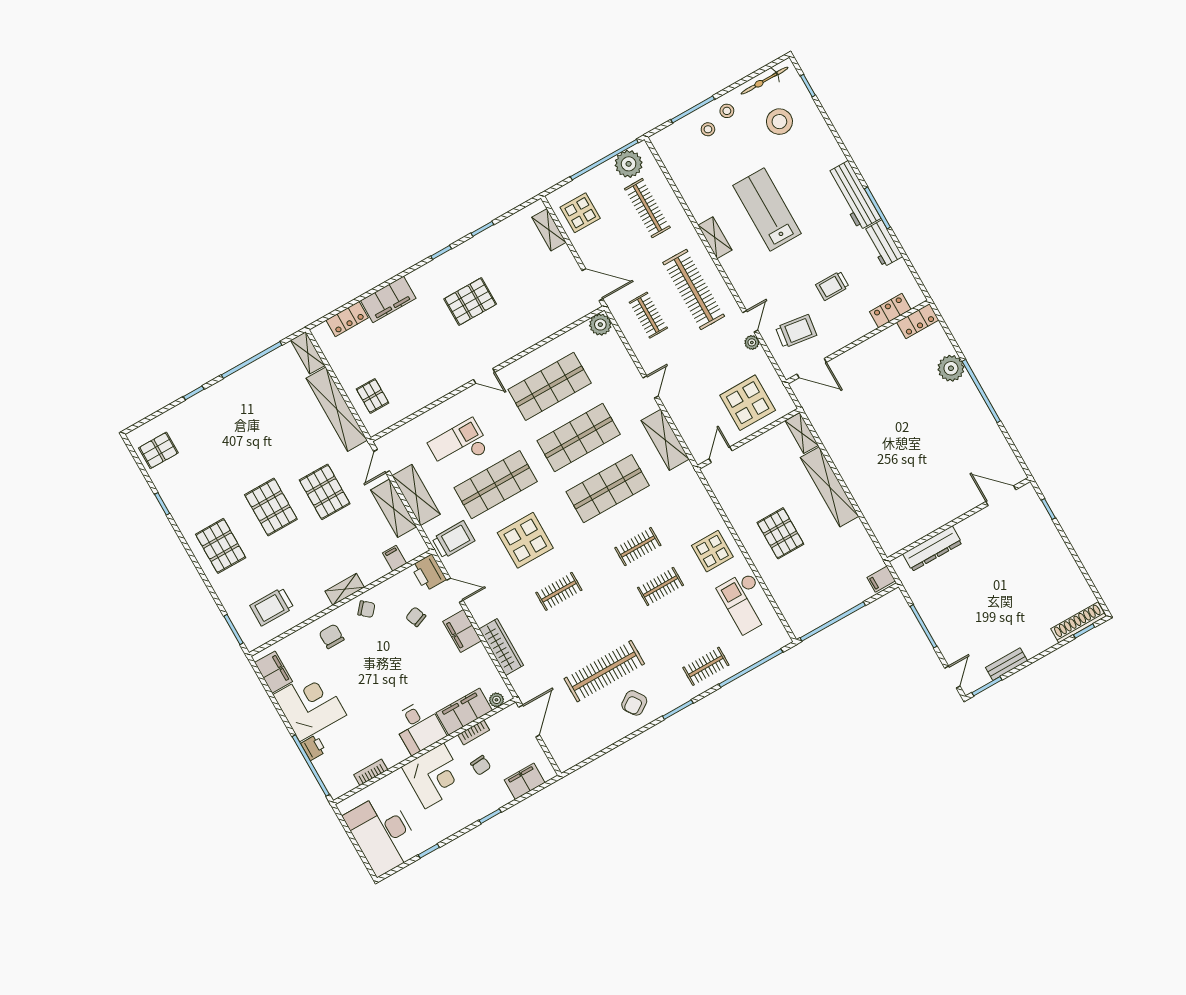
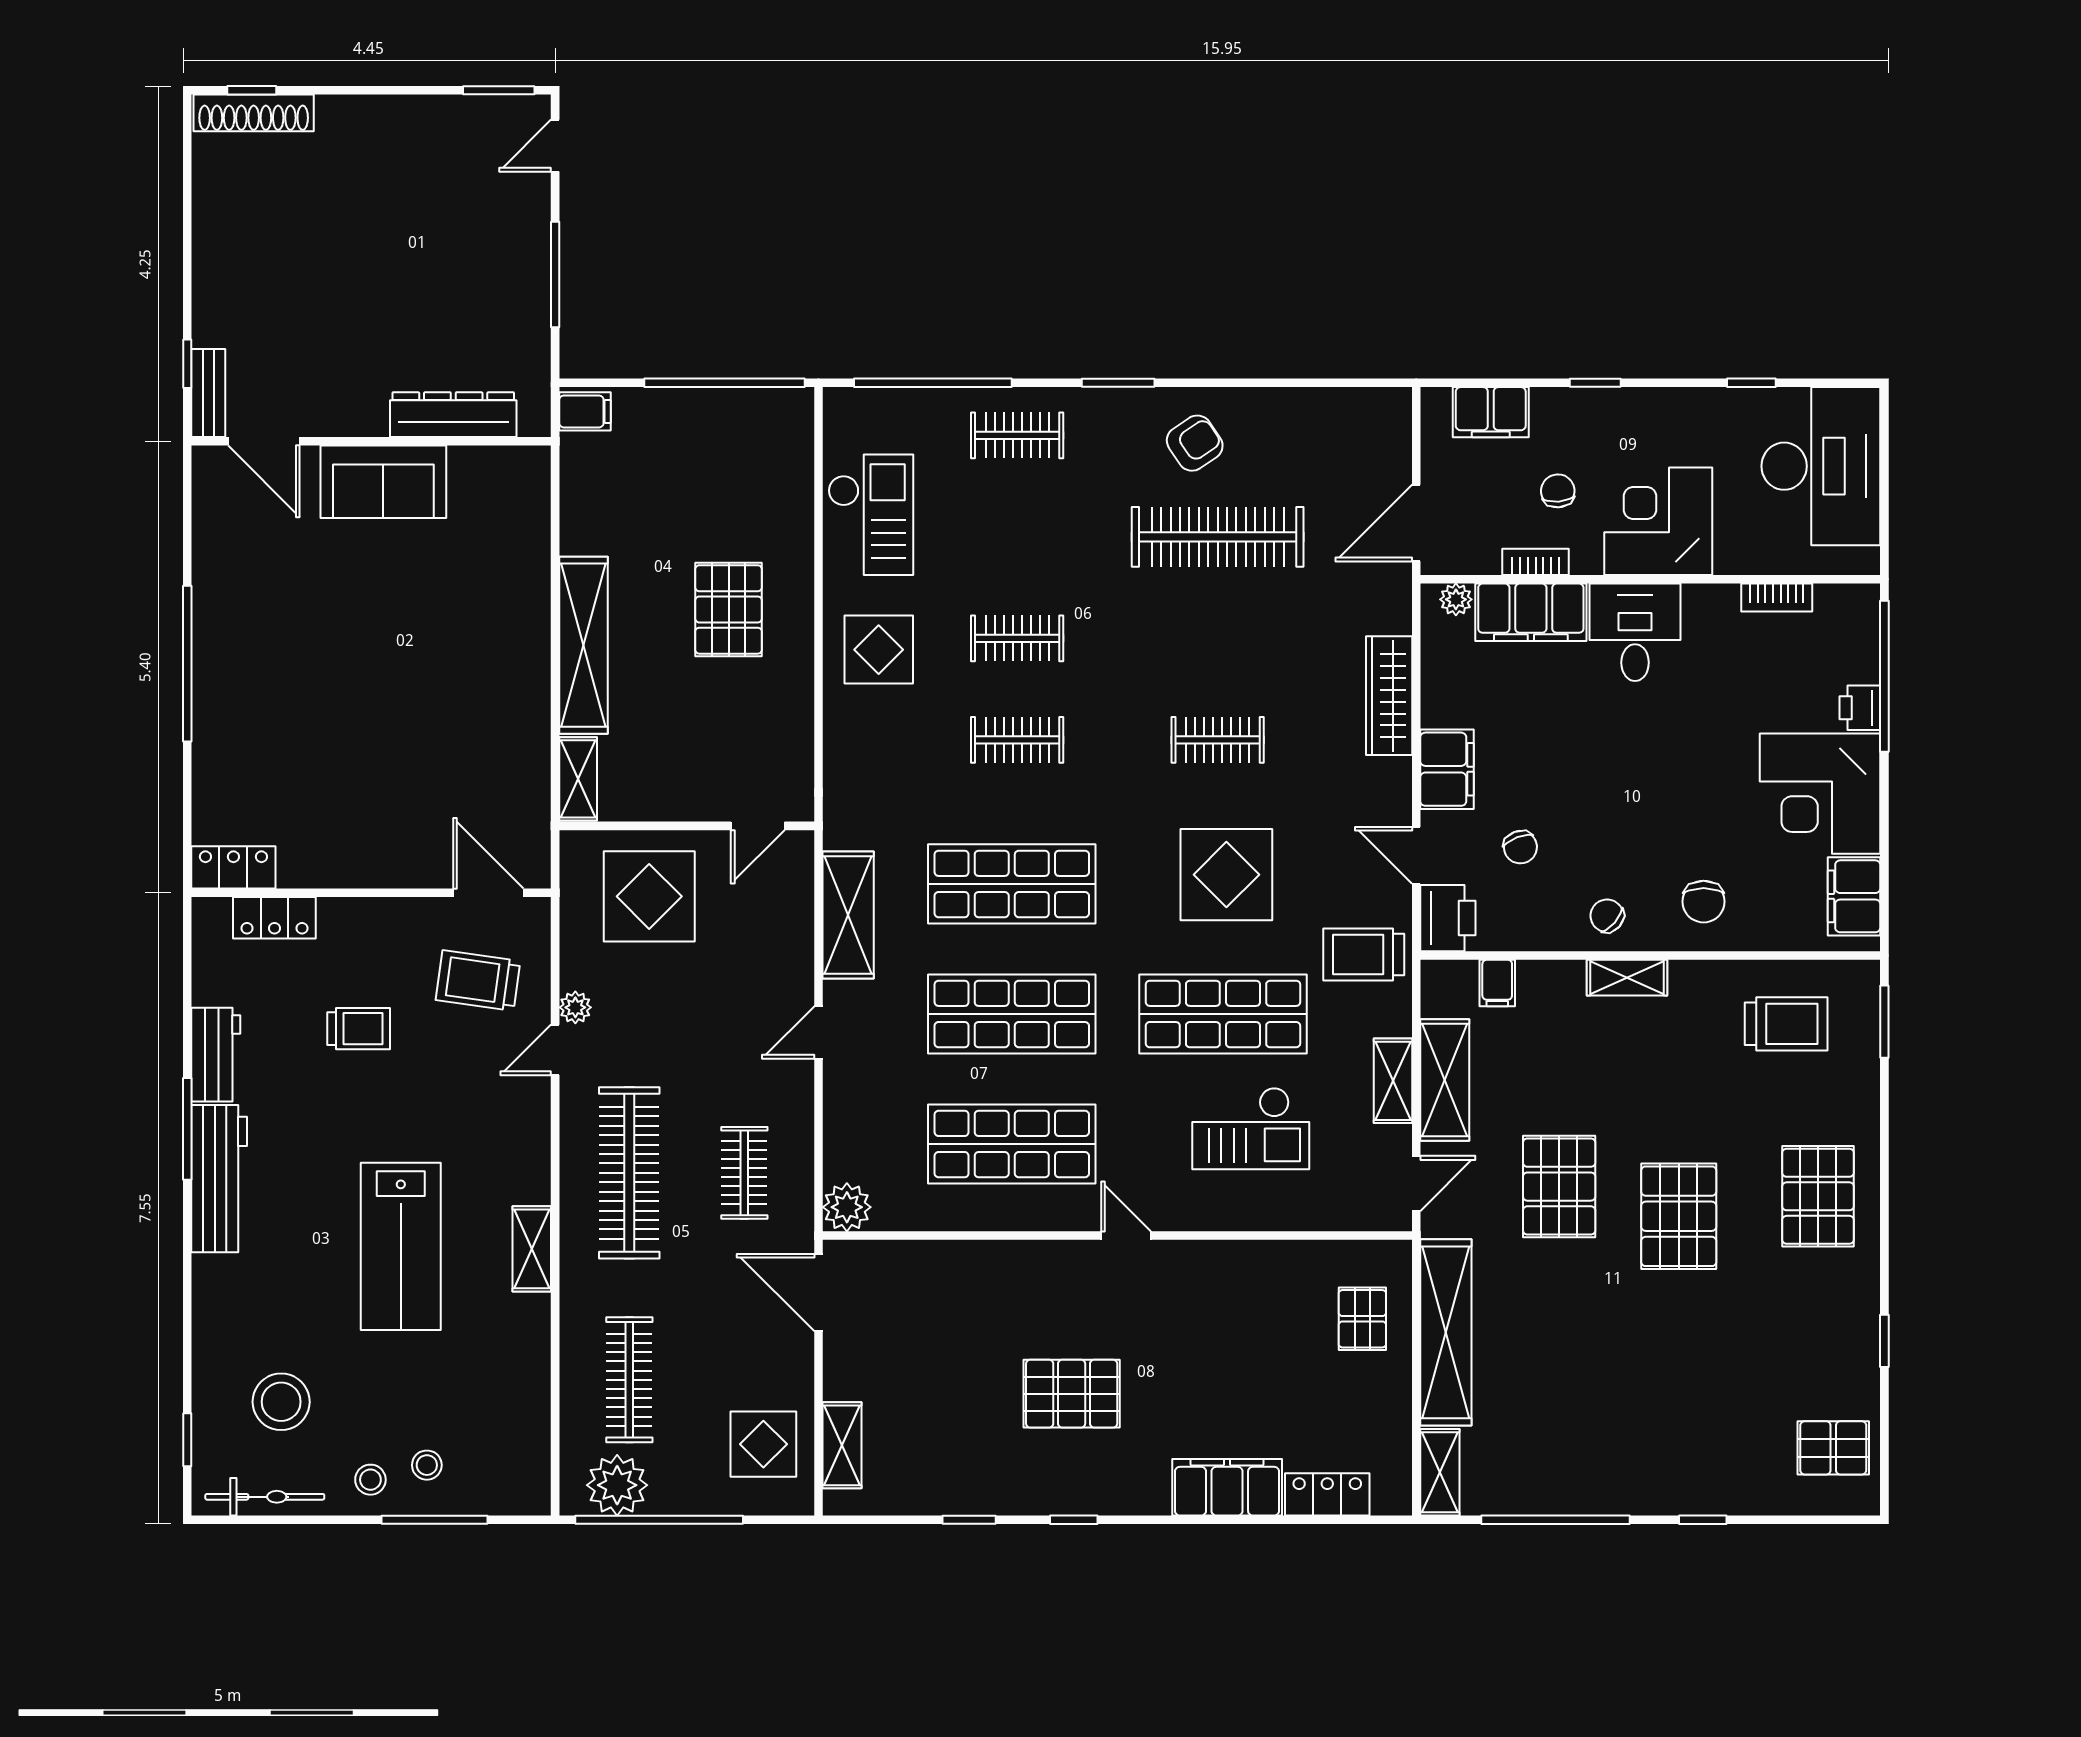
plant: (951, 368) -> (221, 741), removed
shelving: (416, 495) -> (1393, 1081), width x0.67, depth x0.75
sofa: (945, 506) -> (383, 482), added
bench: (1007, 664) -> (208, 393), moved, turned 90

